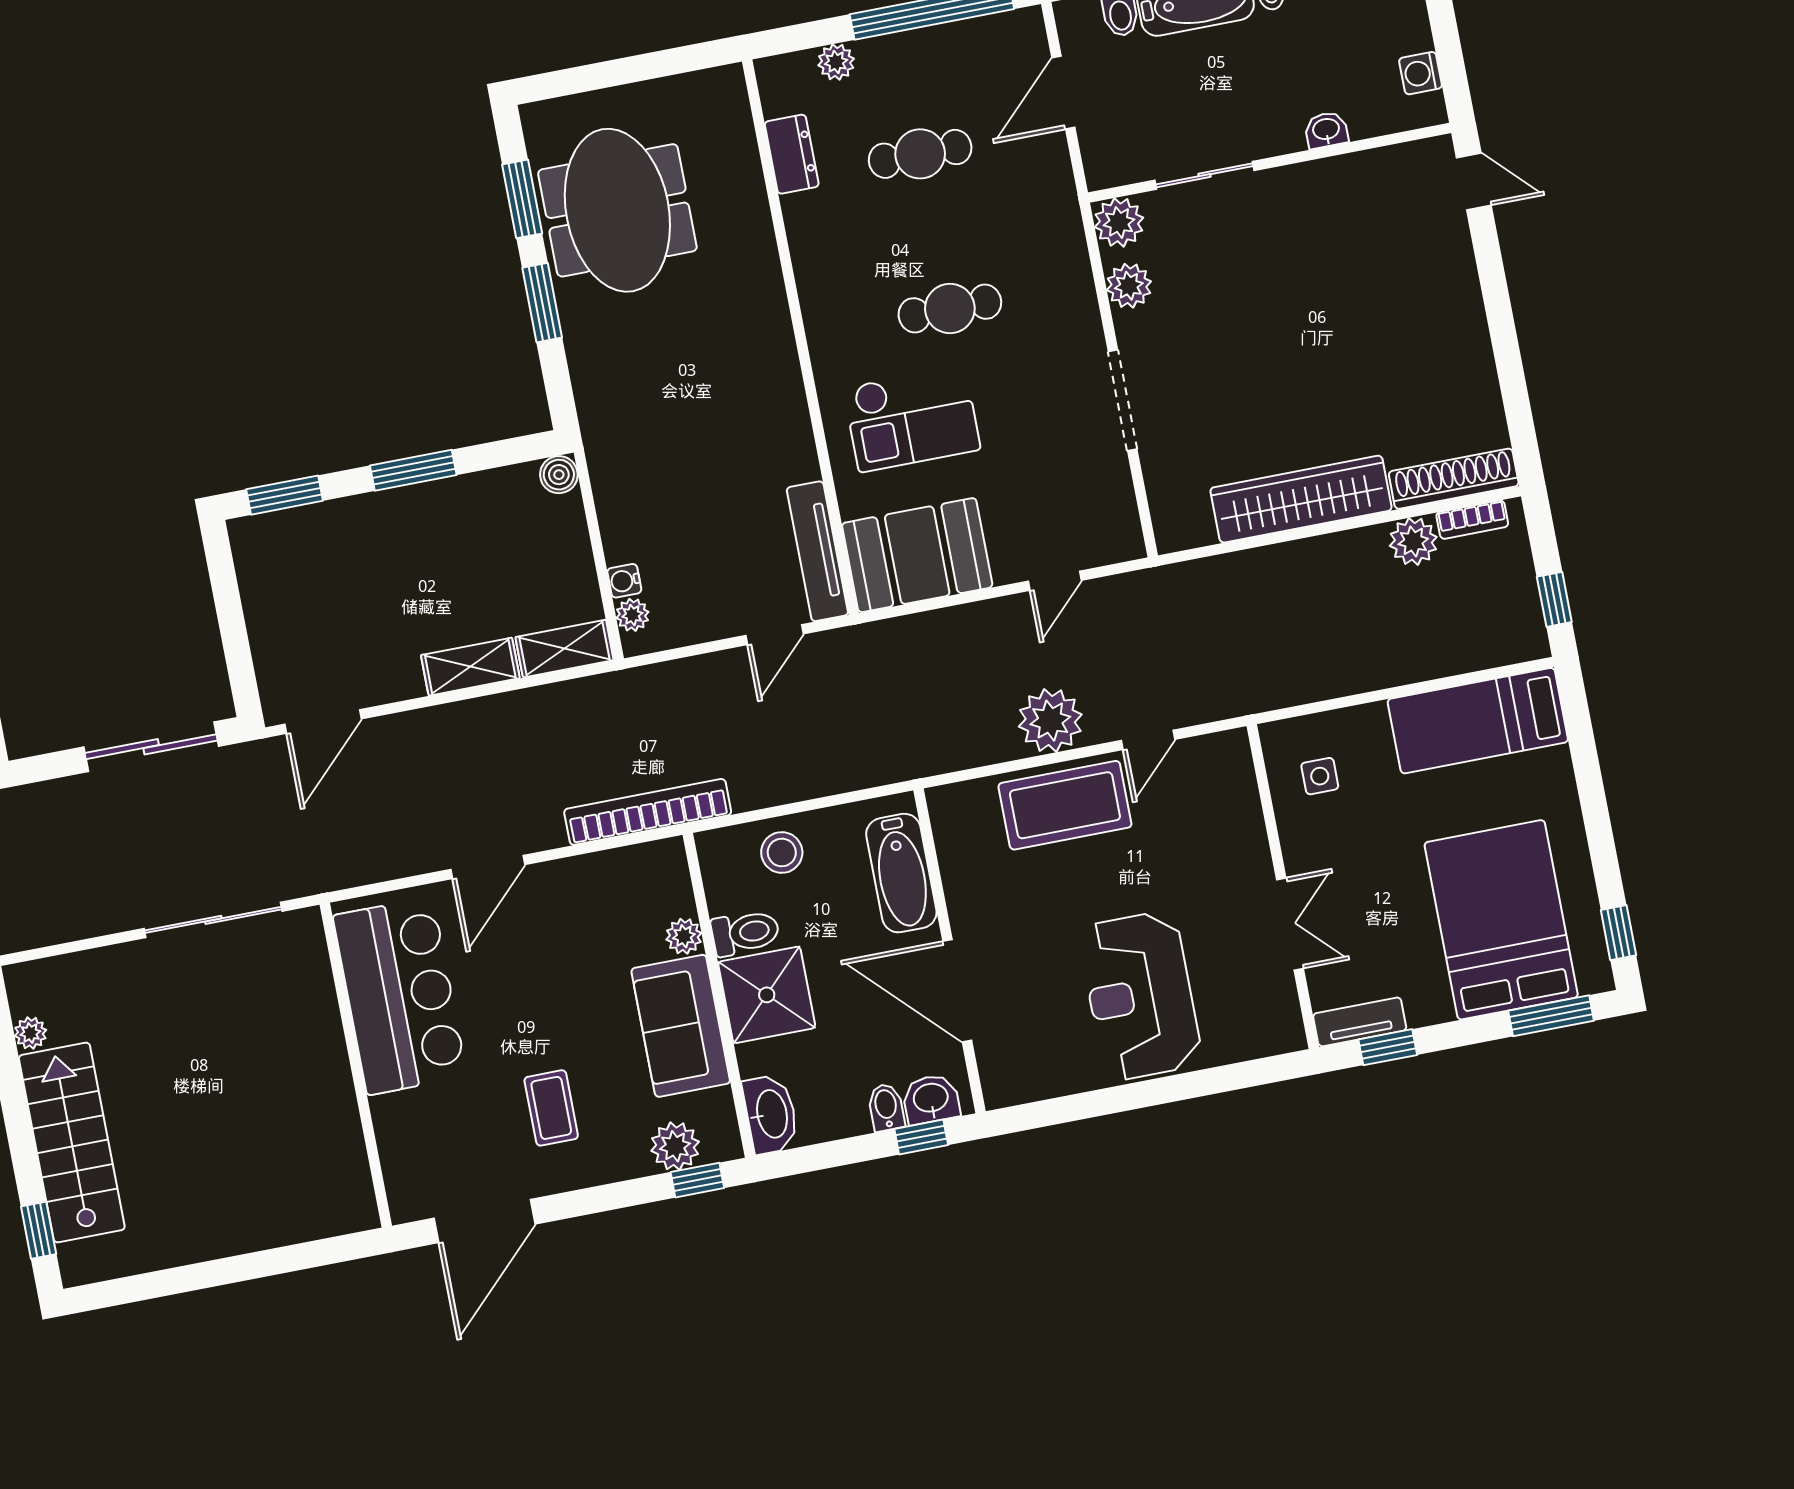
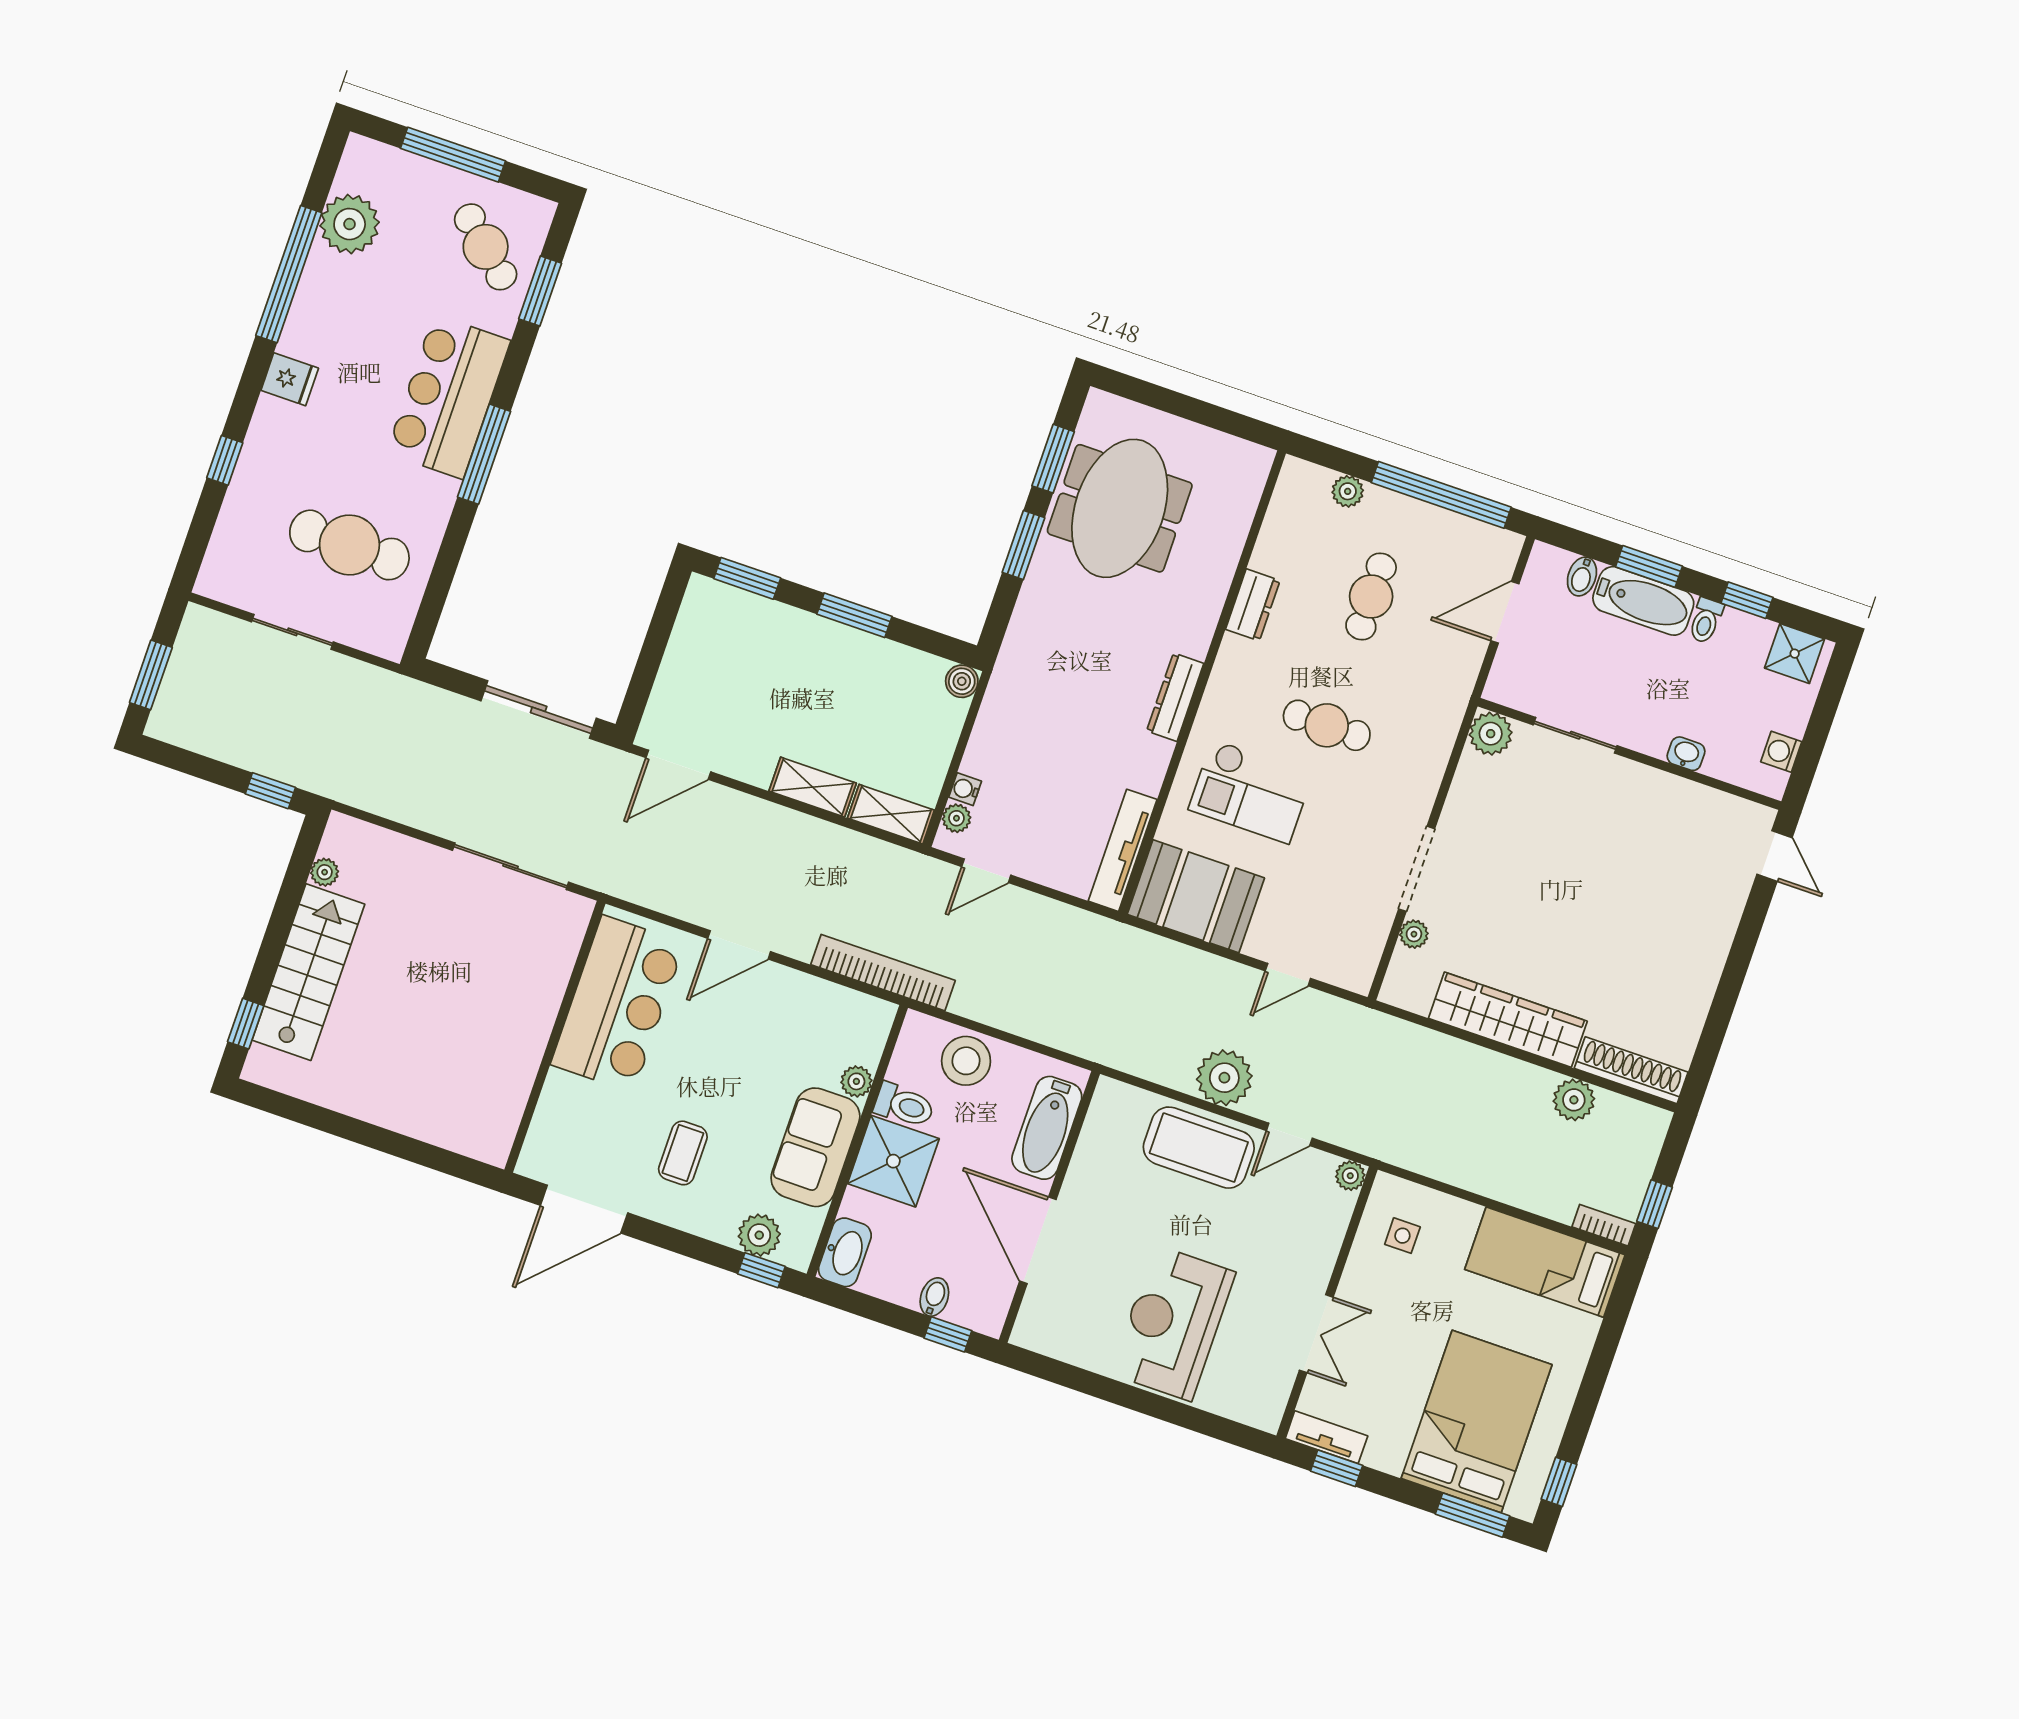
dresser: (792, 154) -> (1253, 605), moved
cafe table: (920, 154) -> (1371, 596), turned 90
plant: (1129, 286) -> (1414, 934), moved, width x0.73, depth x0.73
dresser: (782, 368) -> (1175, 697), added
bookcase: (1472, 520) -> (1604, 1225), moved, turned 180
door: (774, 635) -> (986, 871), moved
plant: (1233, 746) -> (1350, 1176), added
stool: (782, 852) -> (966, 1061), width x1.38, depth x1.38
washbasin: (931, 1099) -> (972, 1310), removed

